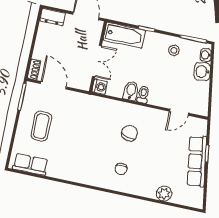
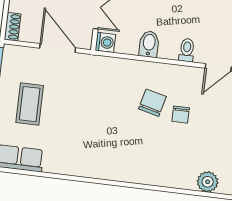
door: (54, 85) -> (58, 48), moved
toilet: (143, 95) -> (187, 50), moved
chair: (121, 169) -> (181, 115), moved

